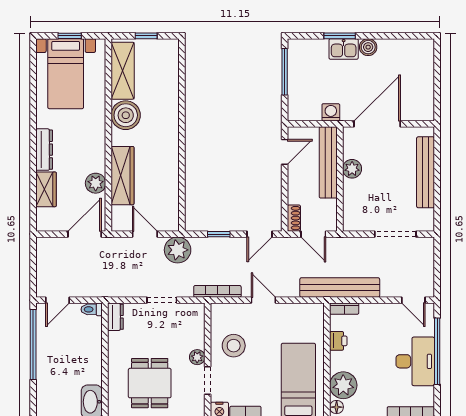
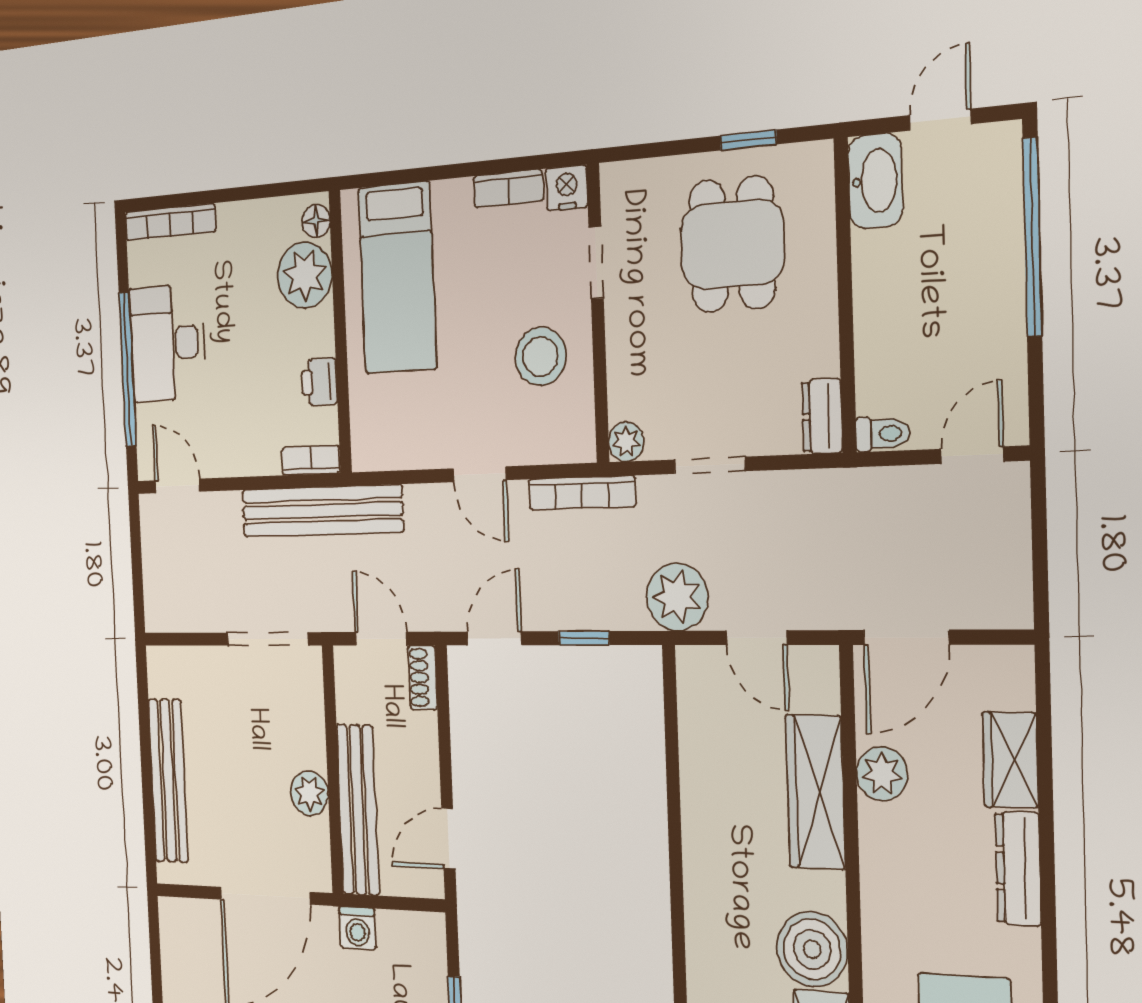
doorway: (395, 234) -> (268, 639), moved
window: (33, 345) -> (1032, 237), moved
plant: (197, 357) -> (626, 442), moved

